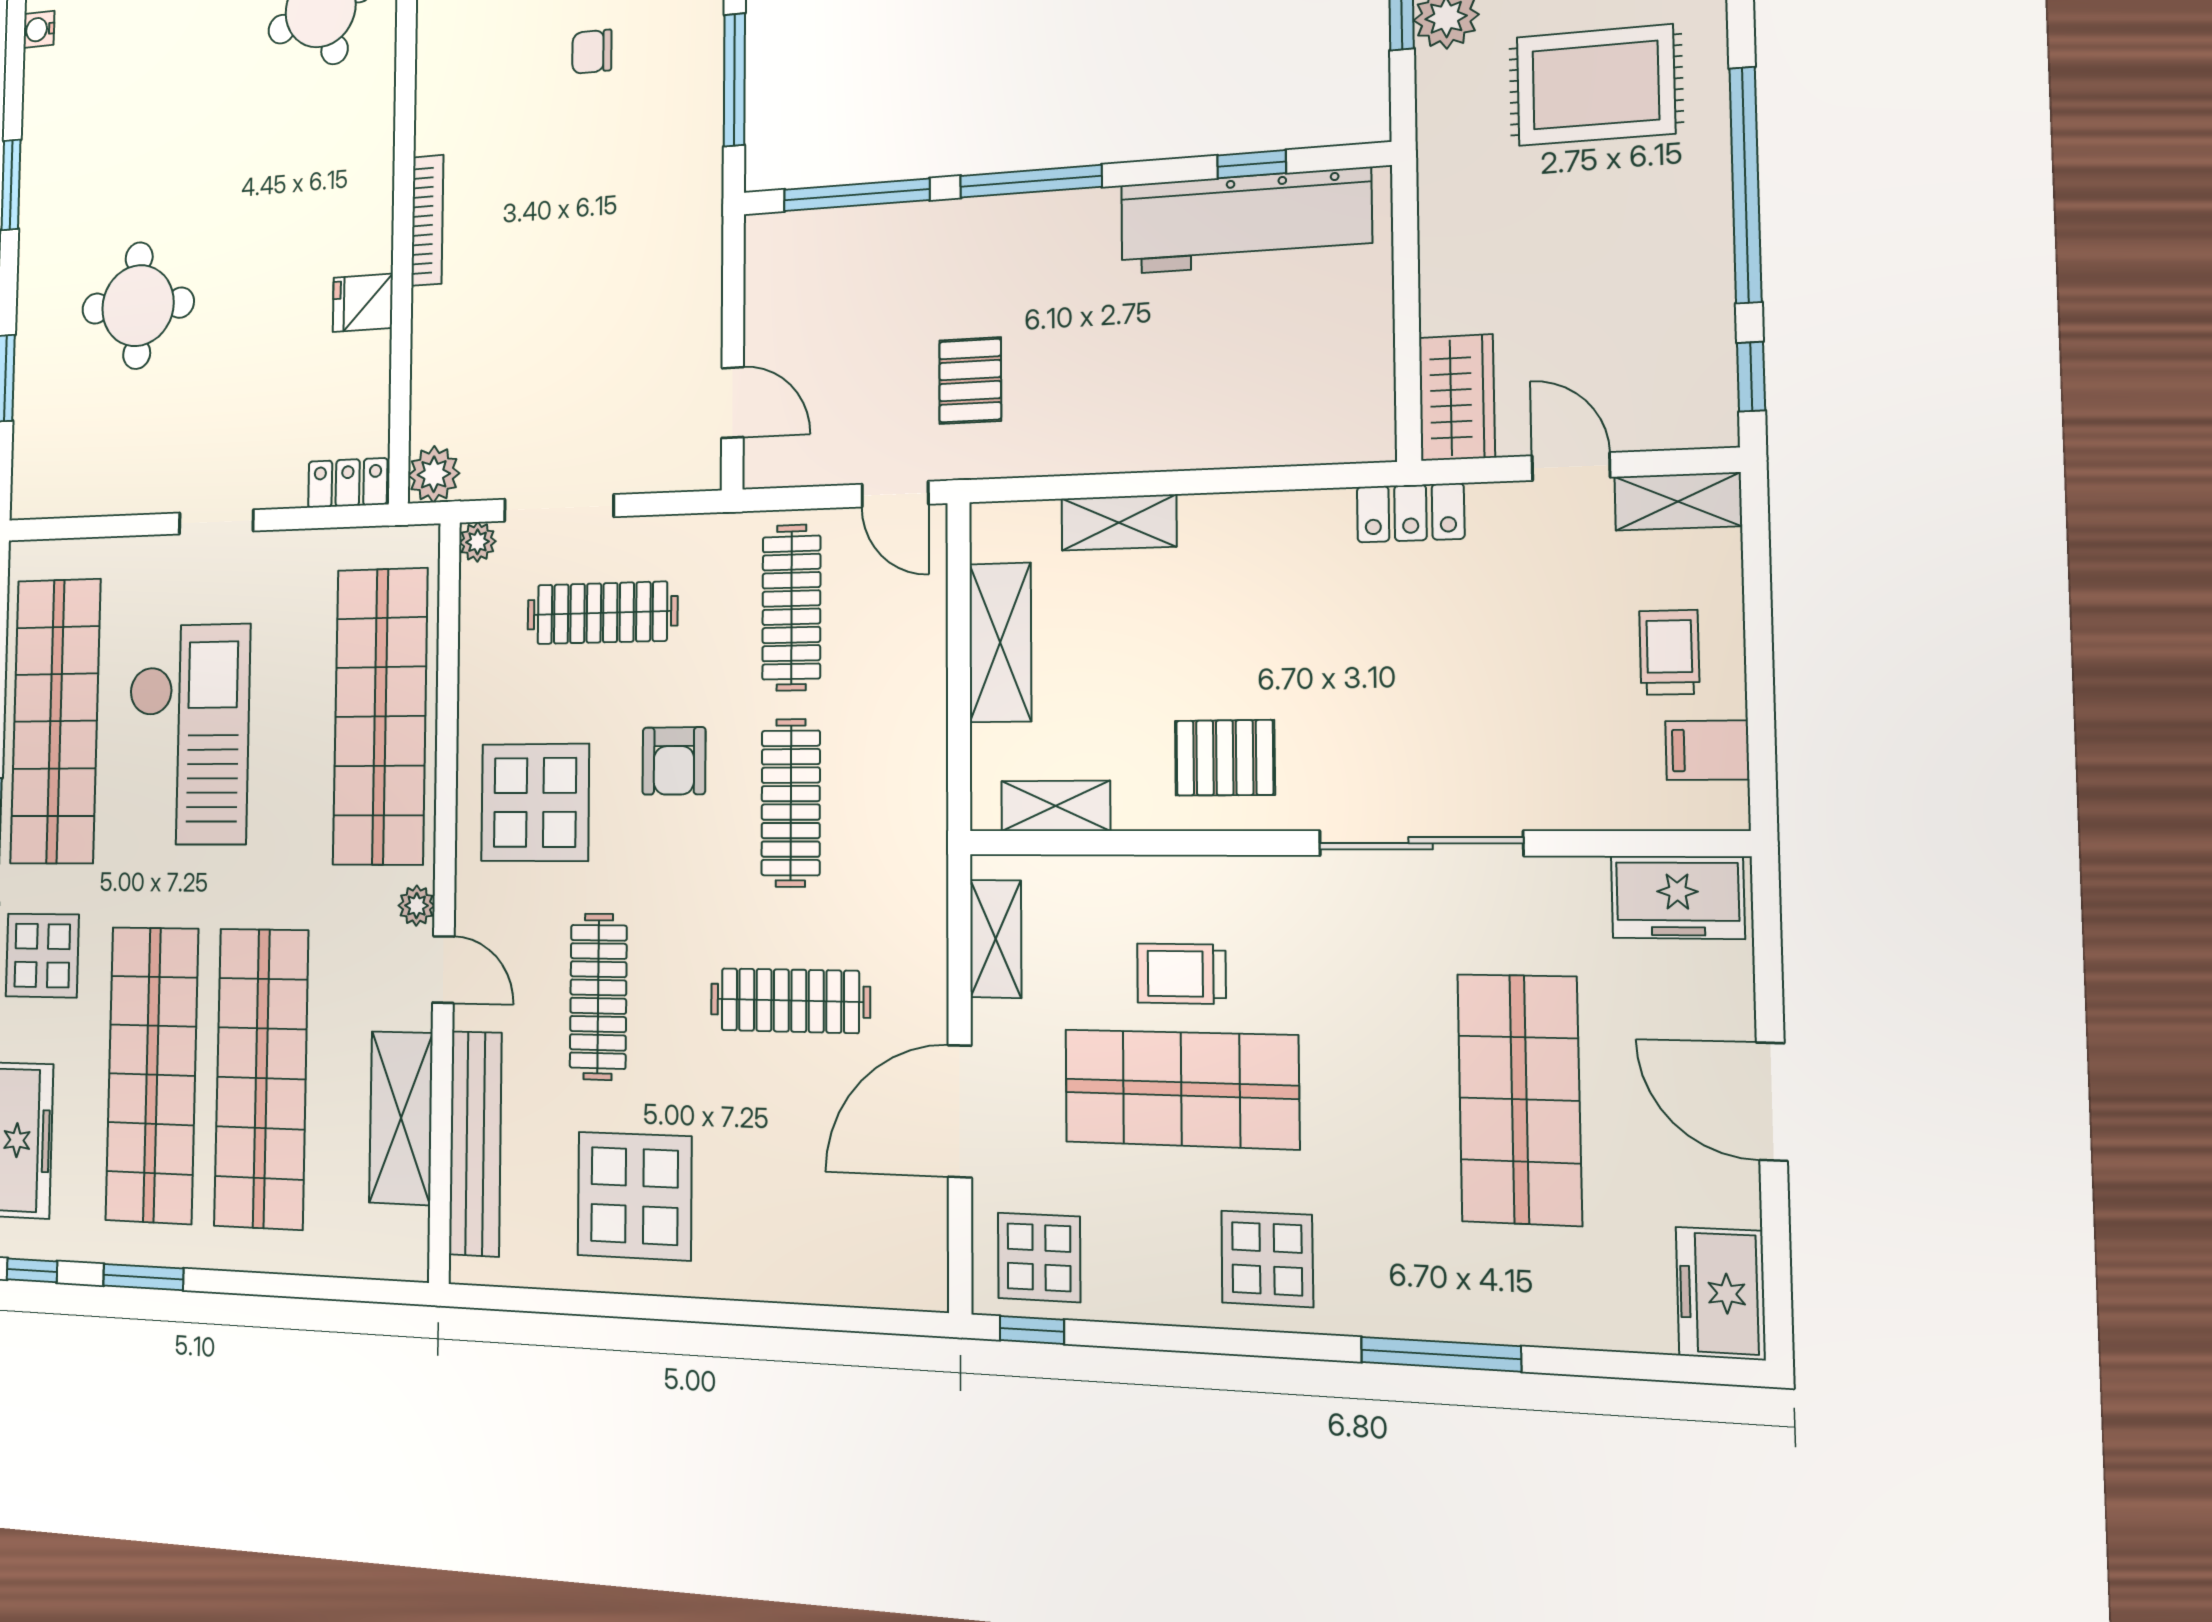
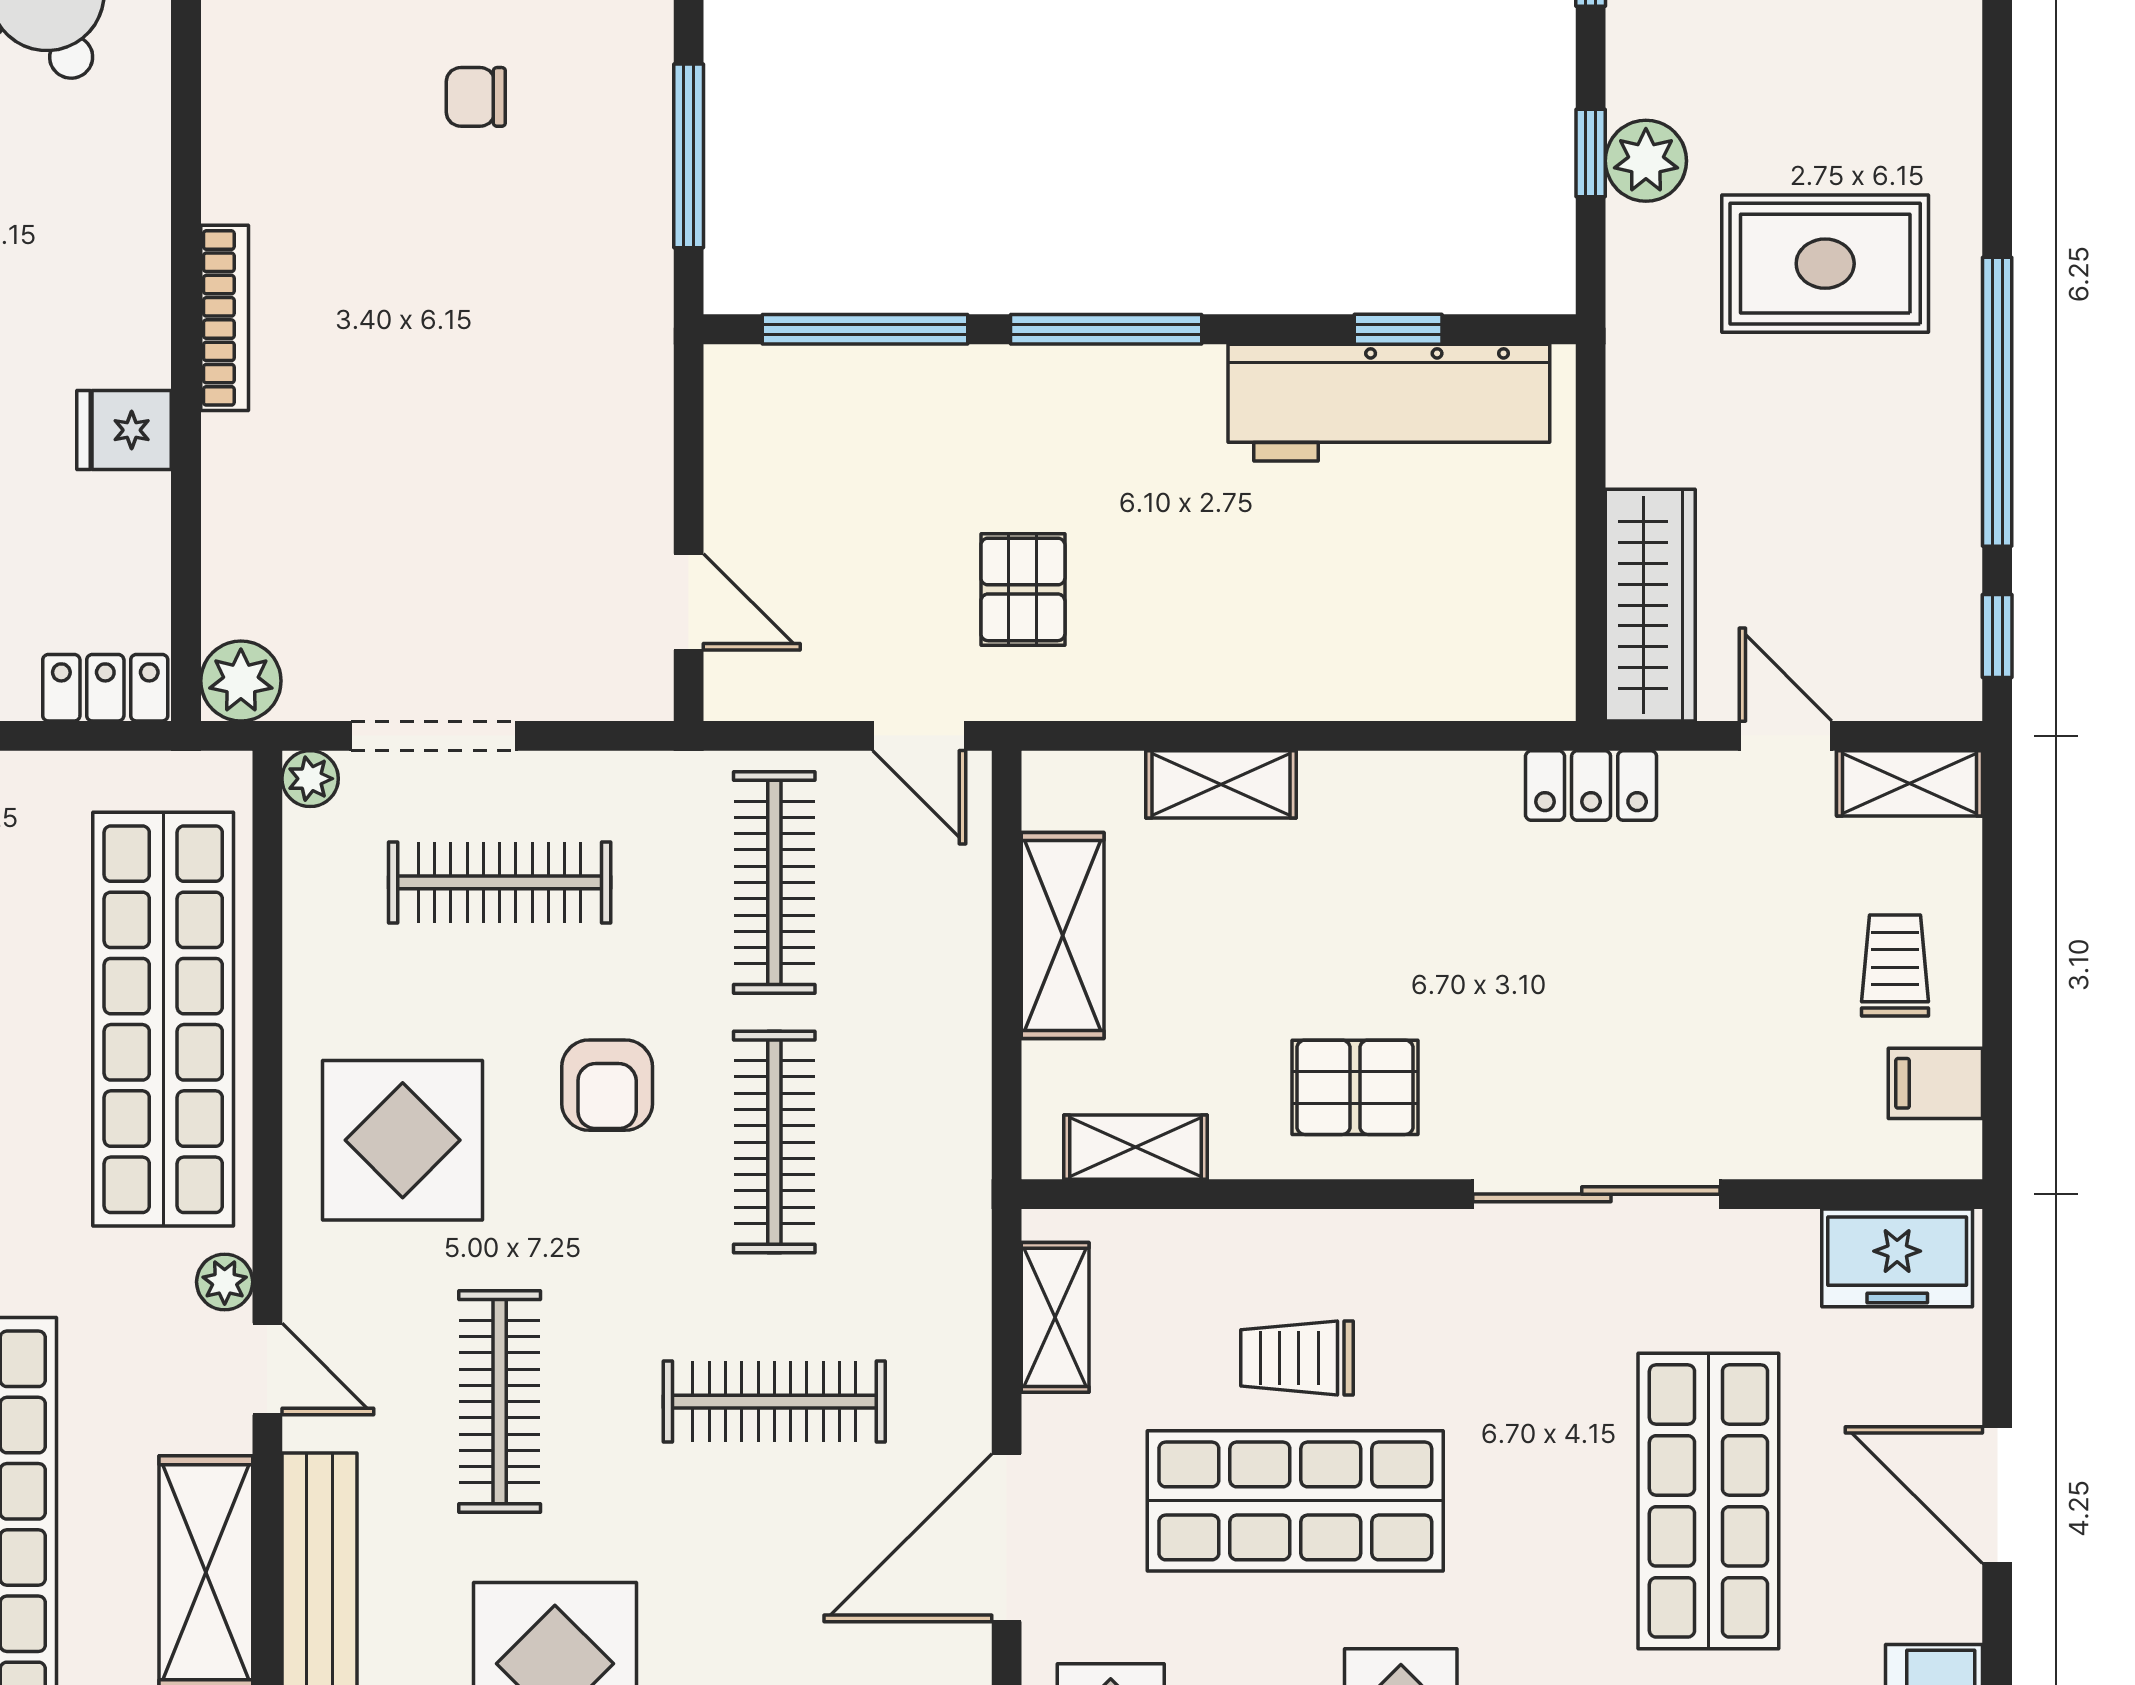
wardrobe: (1457, 397) -> (1650, 605), width x1.50

